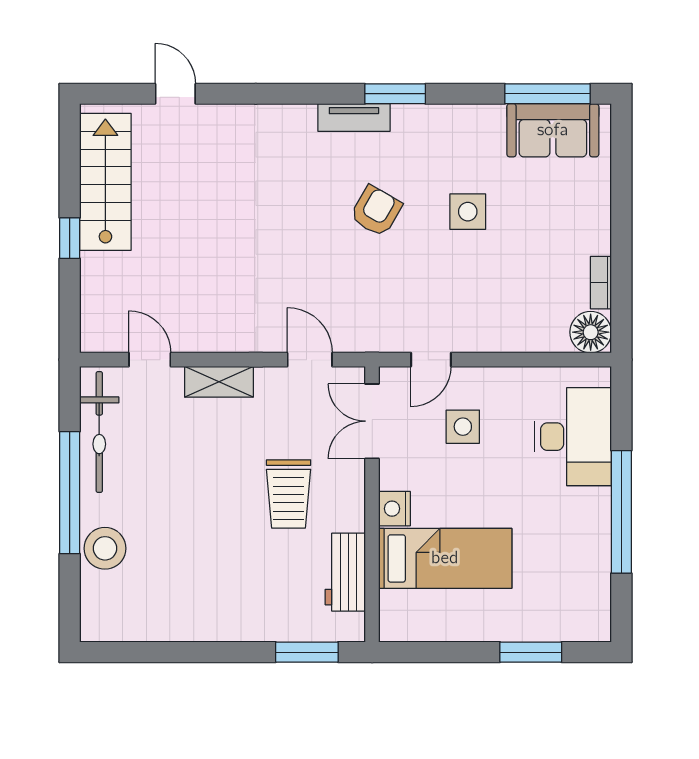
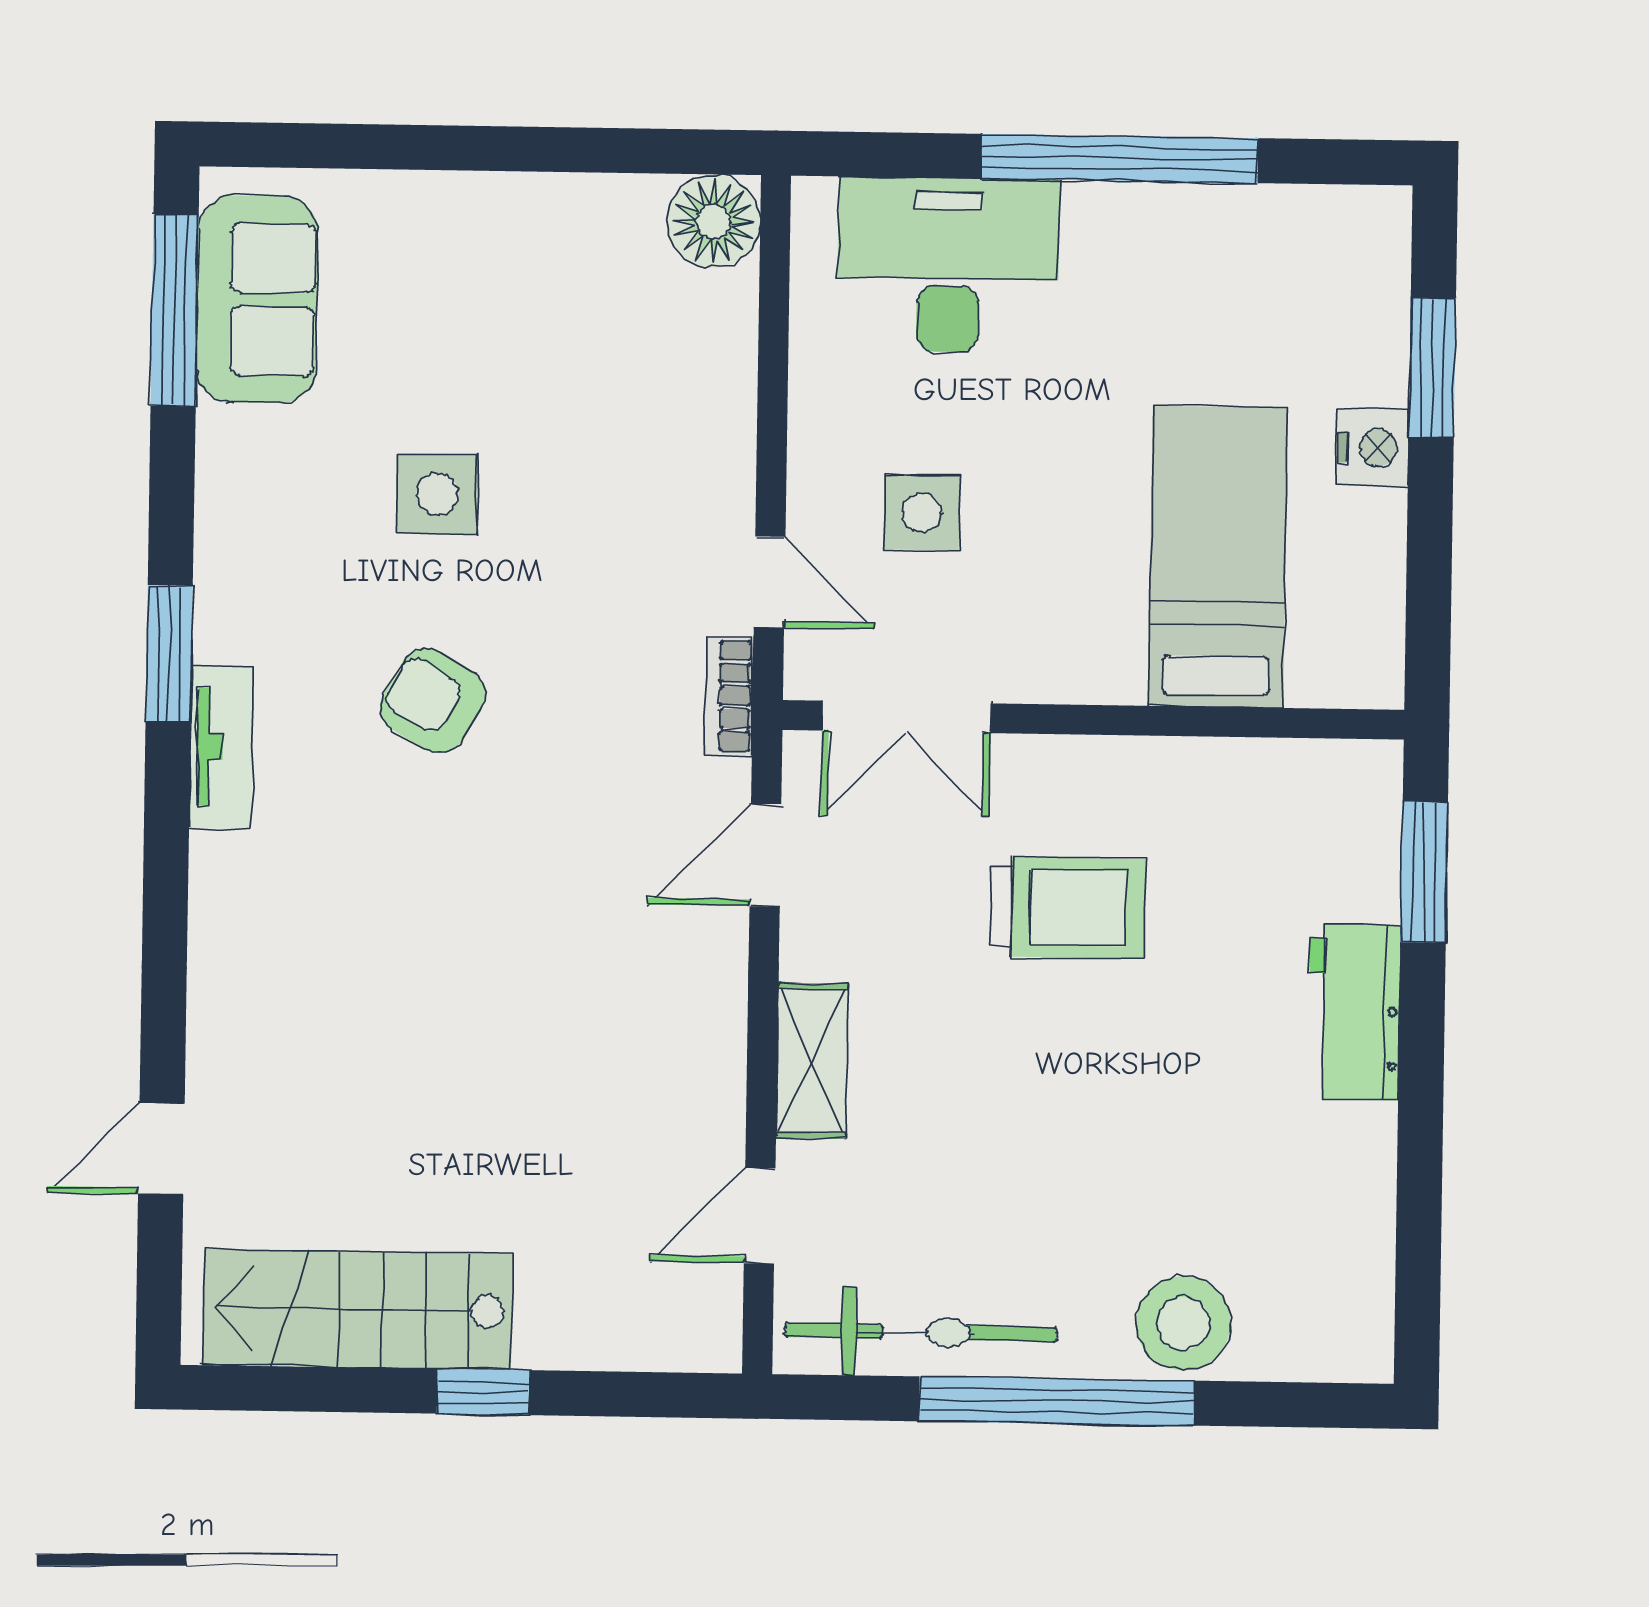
bookcase: (601, 283) -> (729, 696), moved, turned 90
nightstand: (395, 509) -> (1373, 448), moved, turned -90
workbench: (345, 572) -> (1354, 1012), moved, turned 90

